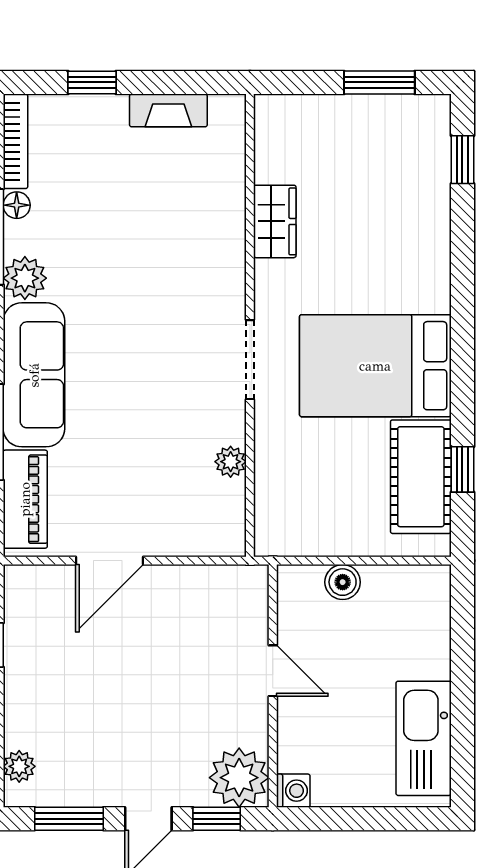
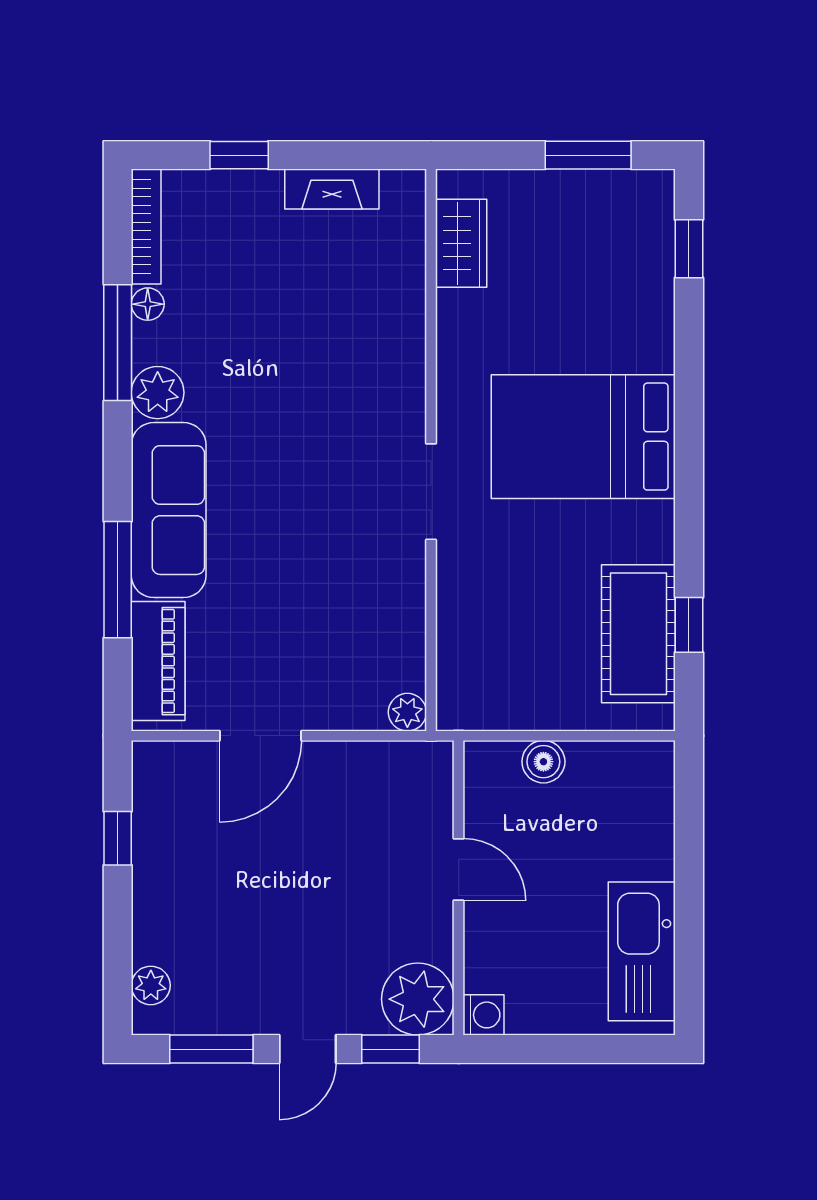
wardrobe: (275, 221) -> (461, 243), moved
bed: (375, 366) -> (583, 437), moved
plant: (231, 462) -> (407, 712), moved

